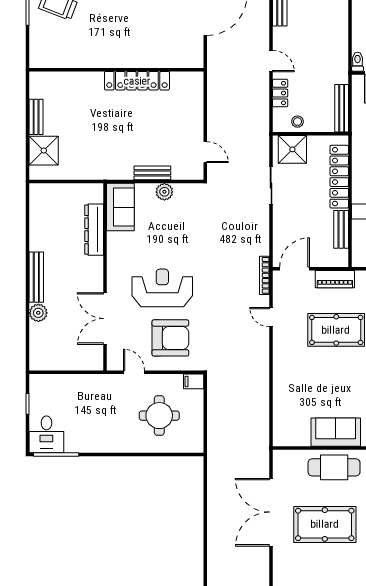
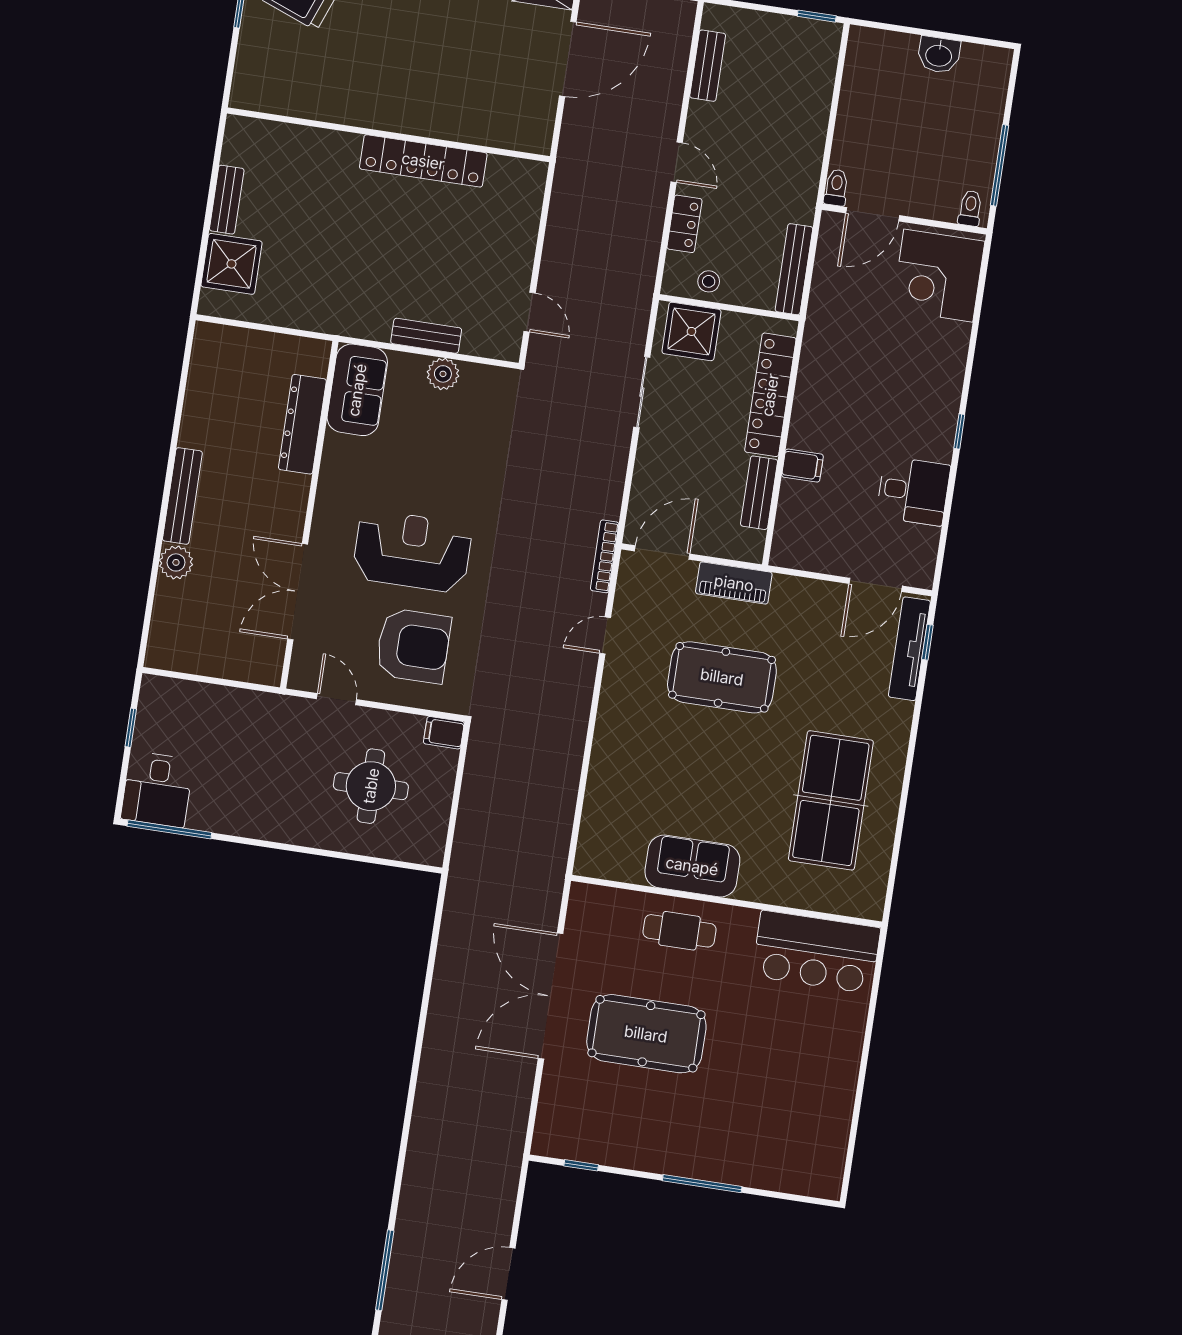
door: (271, 317) -> (605, 635), hinge flipped
cafe table: (334, 467) -> (679, 931), width x0.73, depth x0.74

